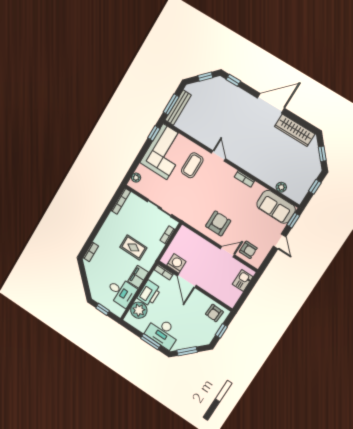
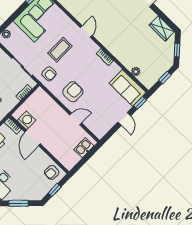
wardrobe: (295, 130) -> (162, 28), width x0.67
coffee table: (192, 165) -> (60, 50), moved
armchair: (248, 250) -> (49, 74), moved

